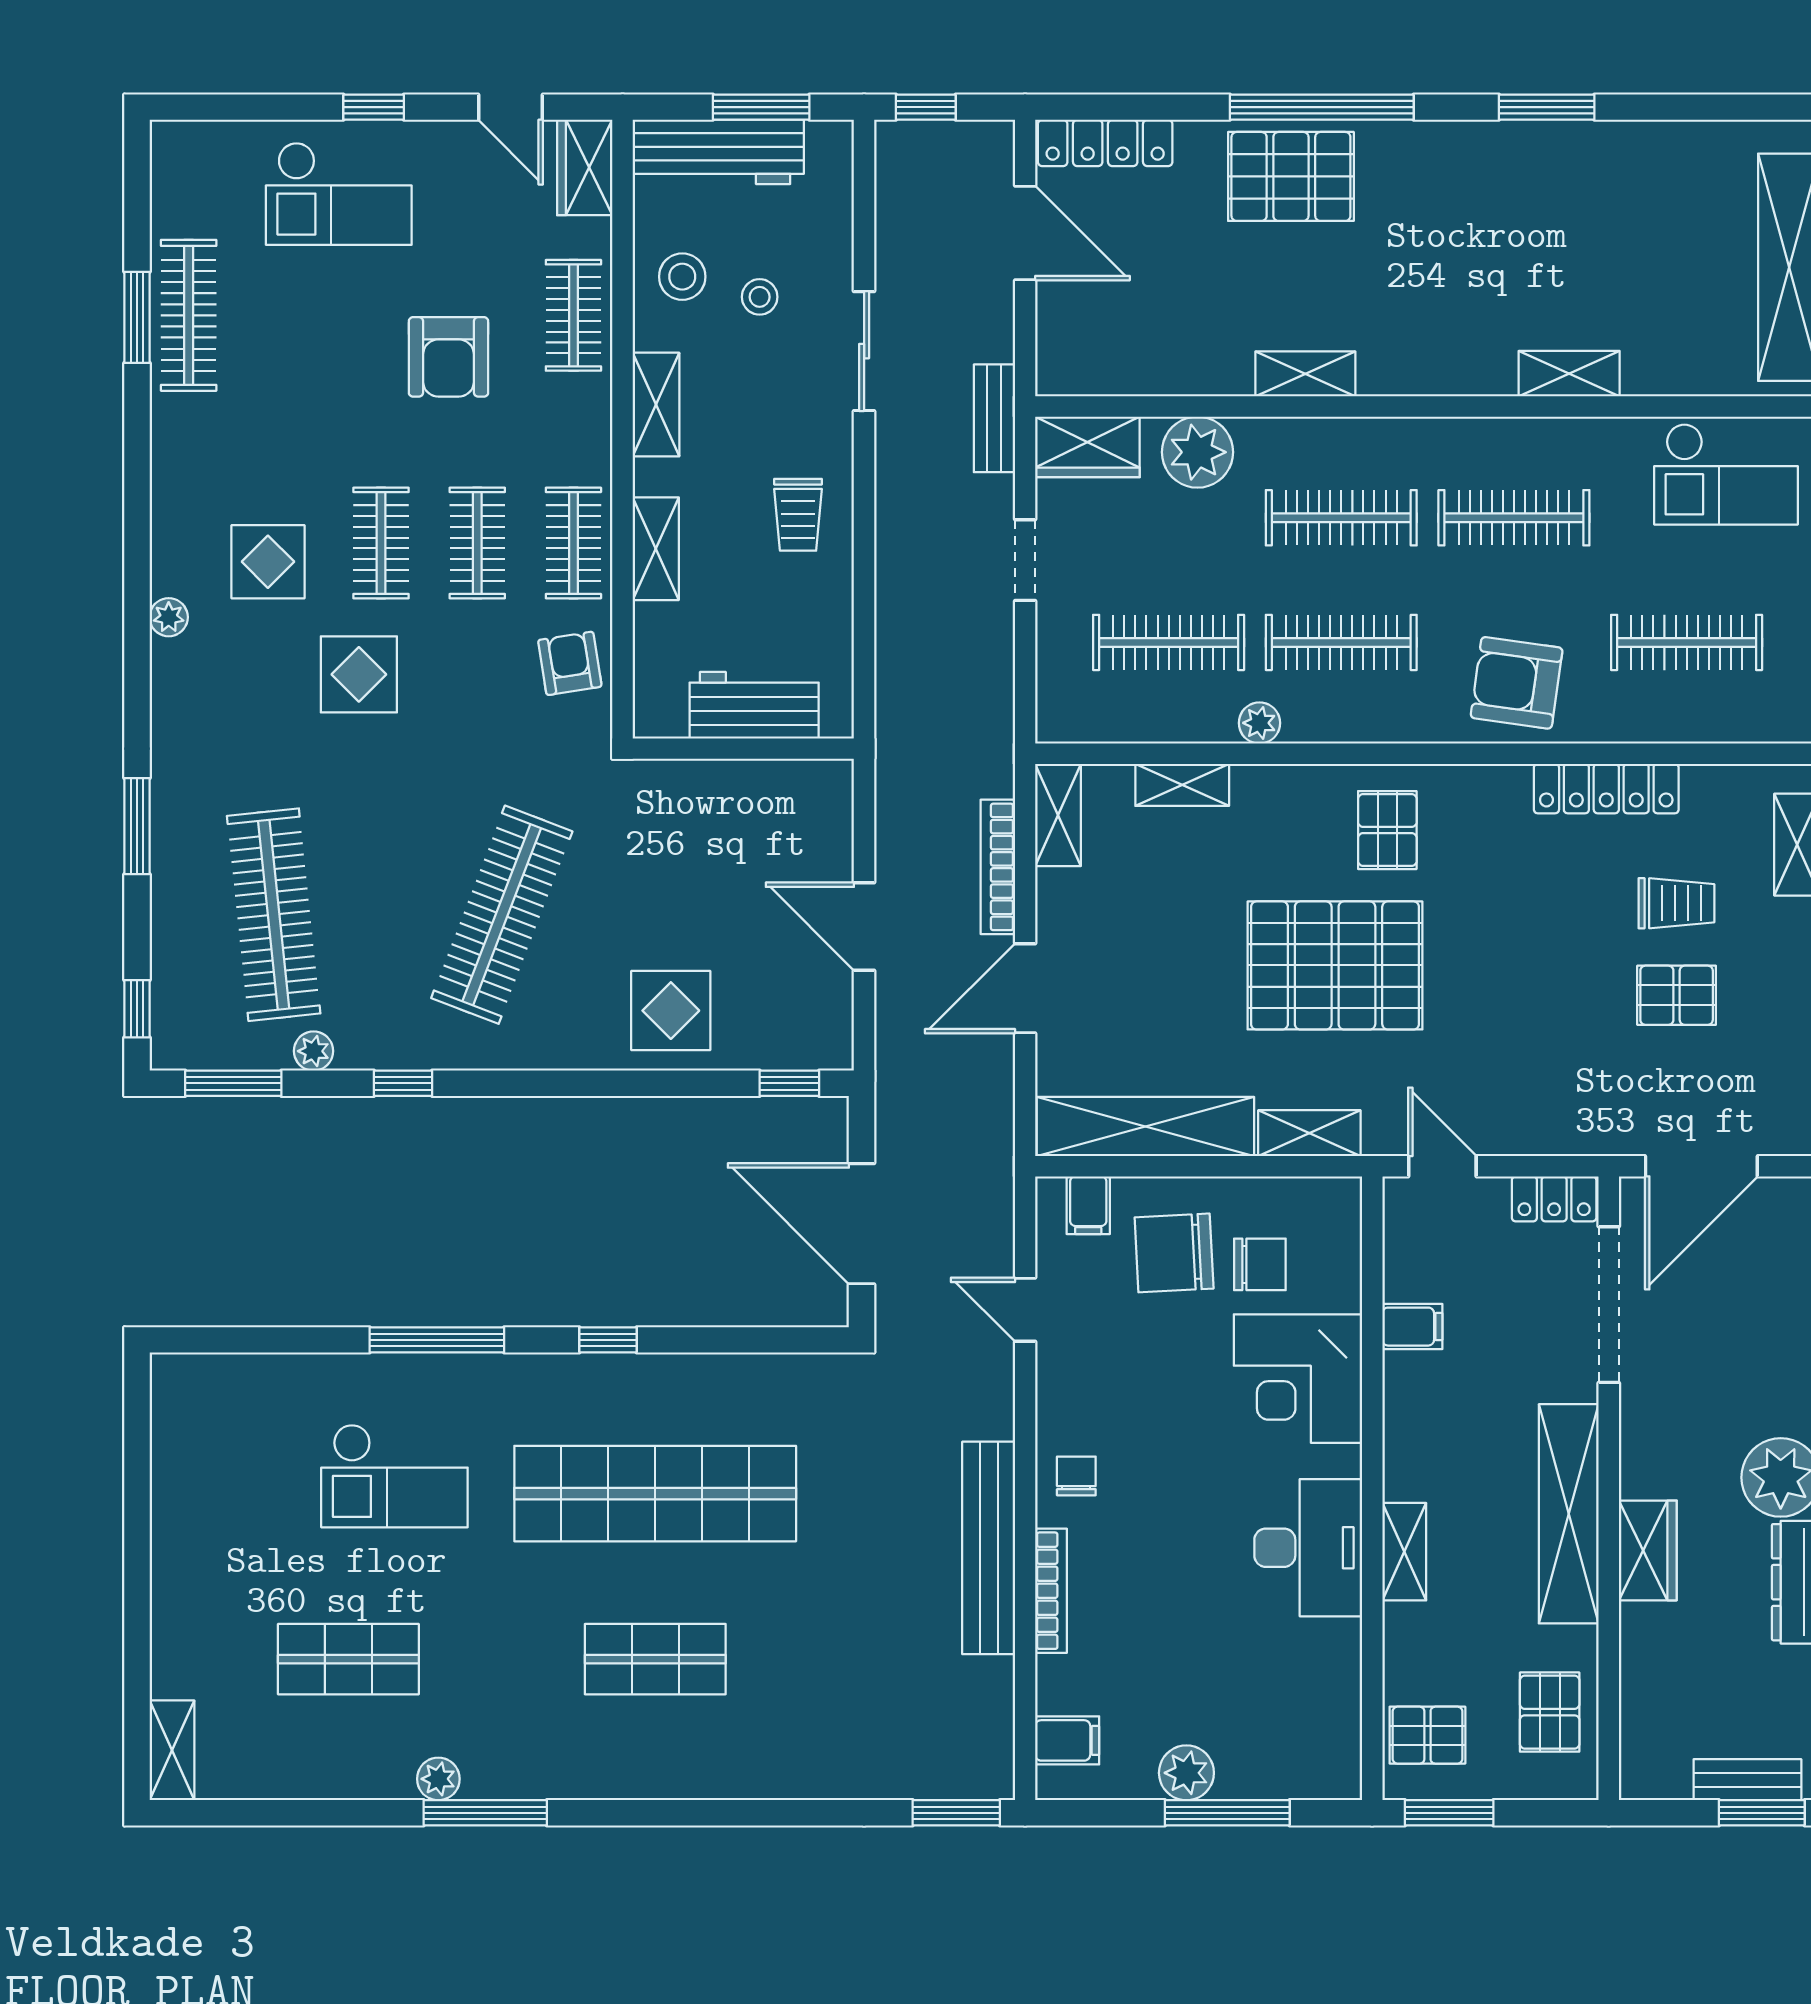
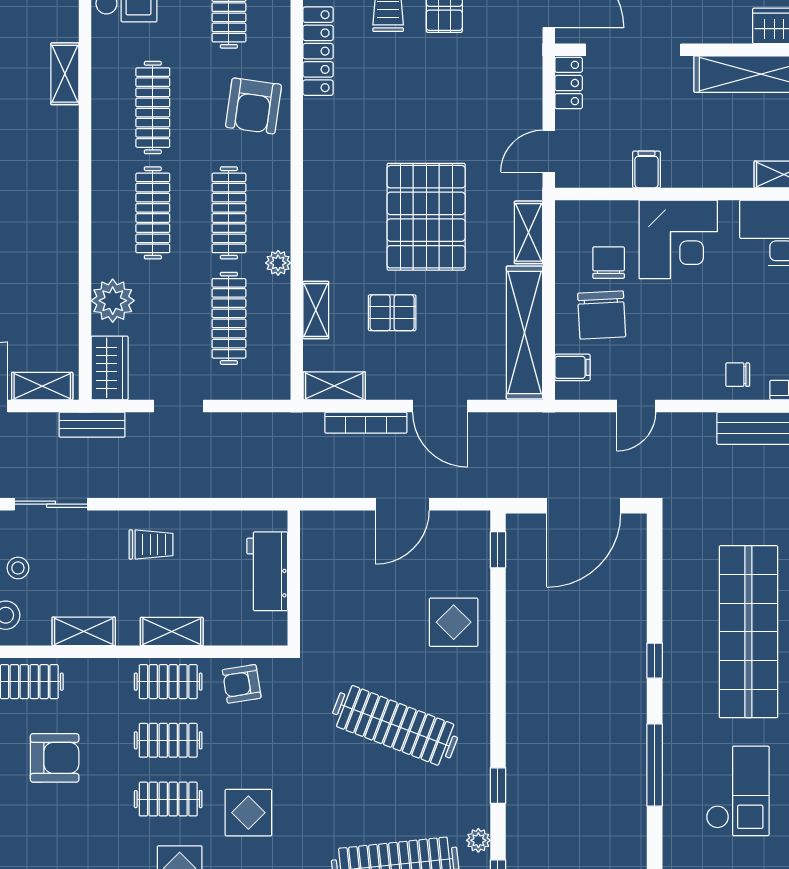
shelving: (1305, 374) -> (42, 386), moved, turned 90
pallet: (1387, 830) -> (392, 313), moved

